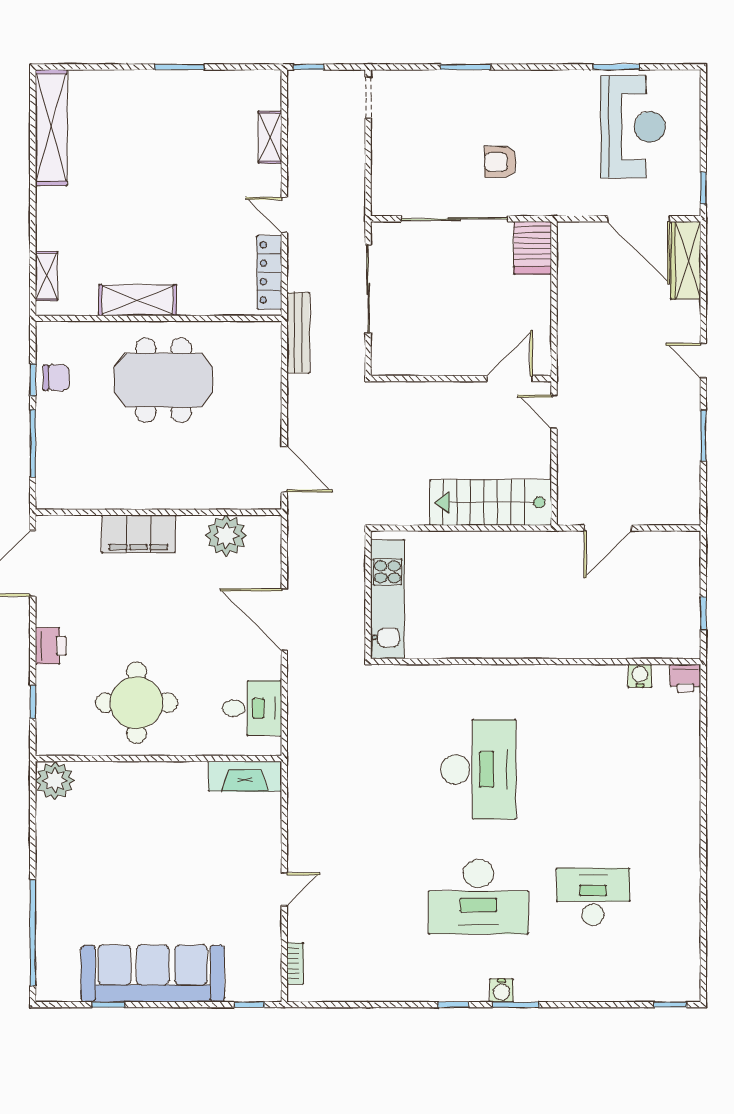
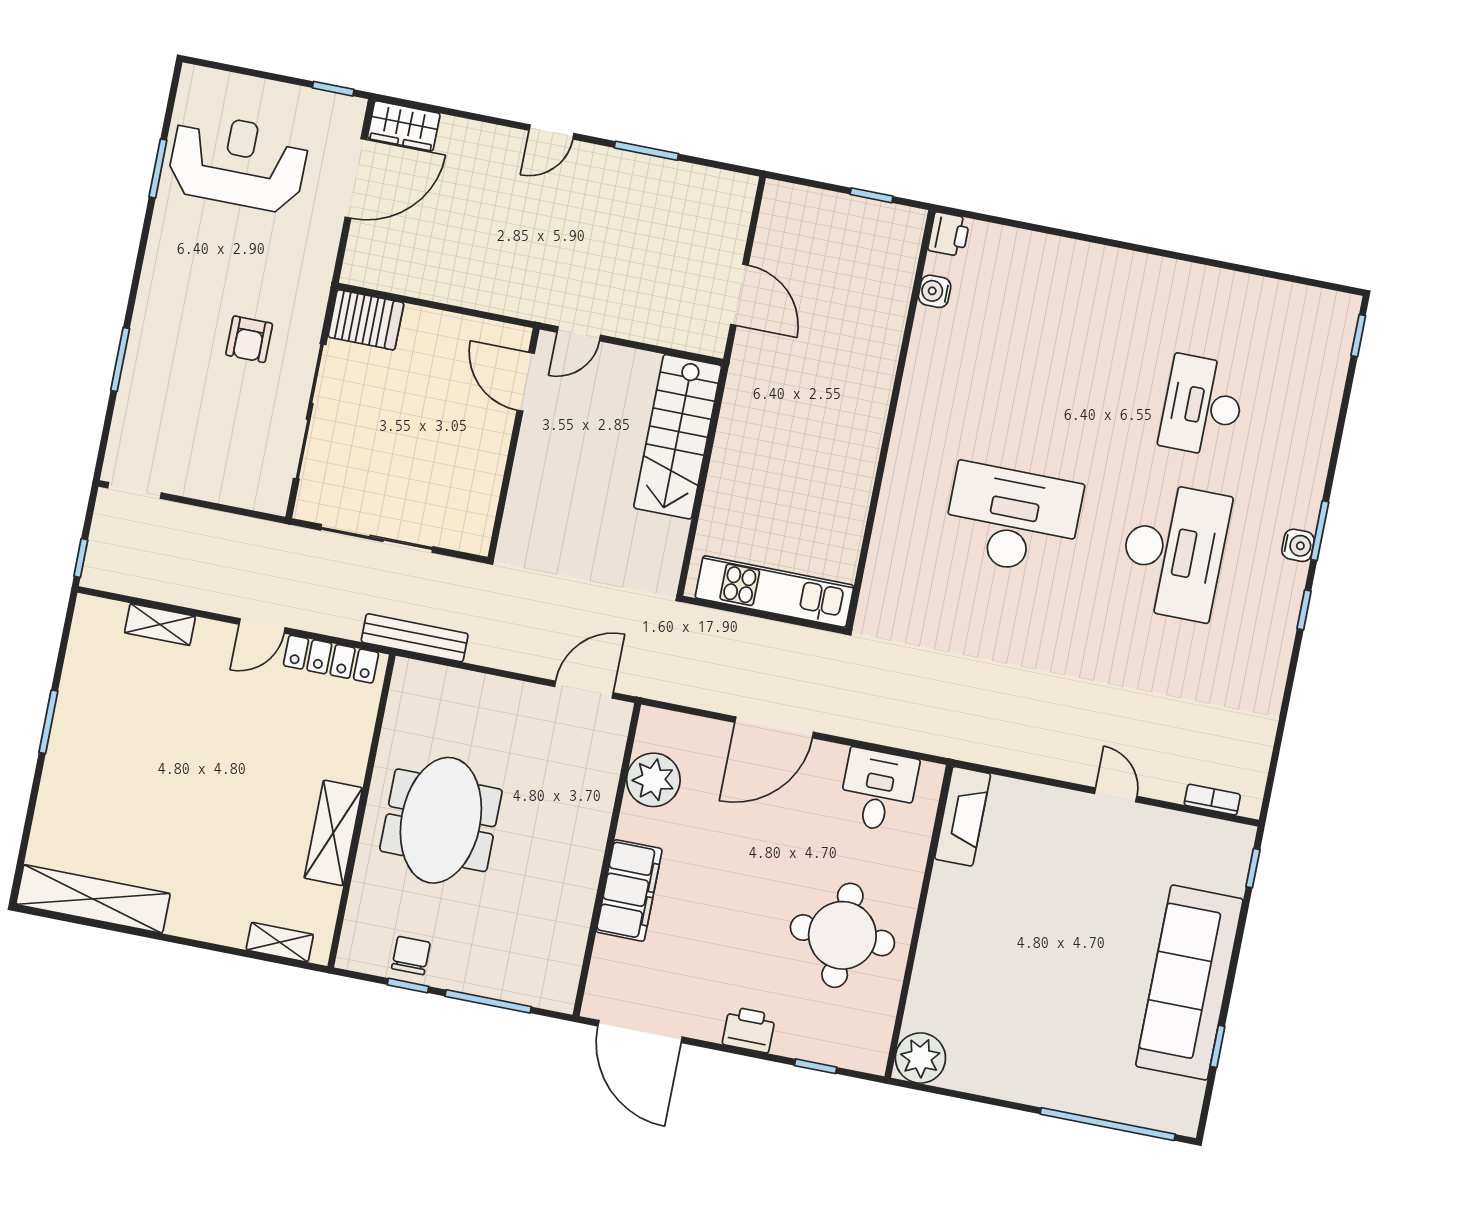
wardrobe: (686, 260) -> (404, 126), width x0.67

